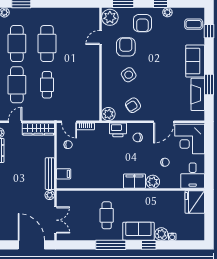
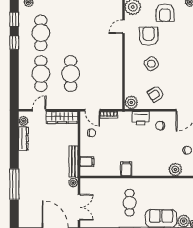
cafe table: (47, 44) -> (71, 33), removed
cafe table: (47, 85) -> (71, 74), width x1.37, depth x1.35
filing cabinet: (134, 181) -> (126, 169), moved, width x0.50

